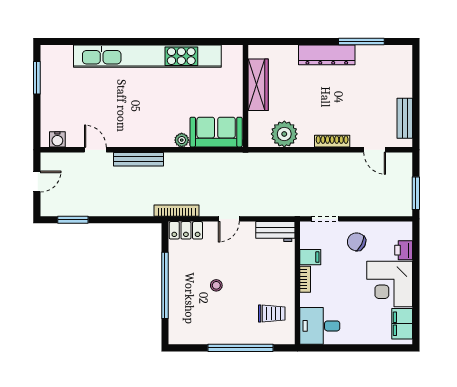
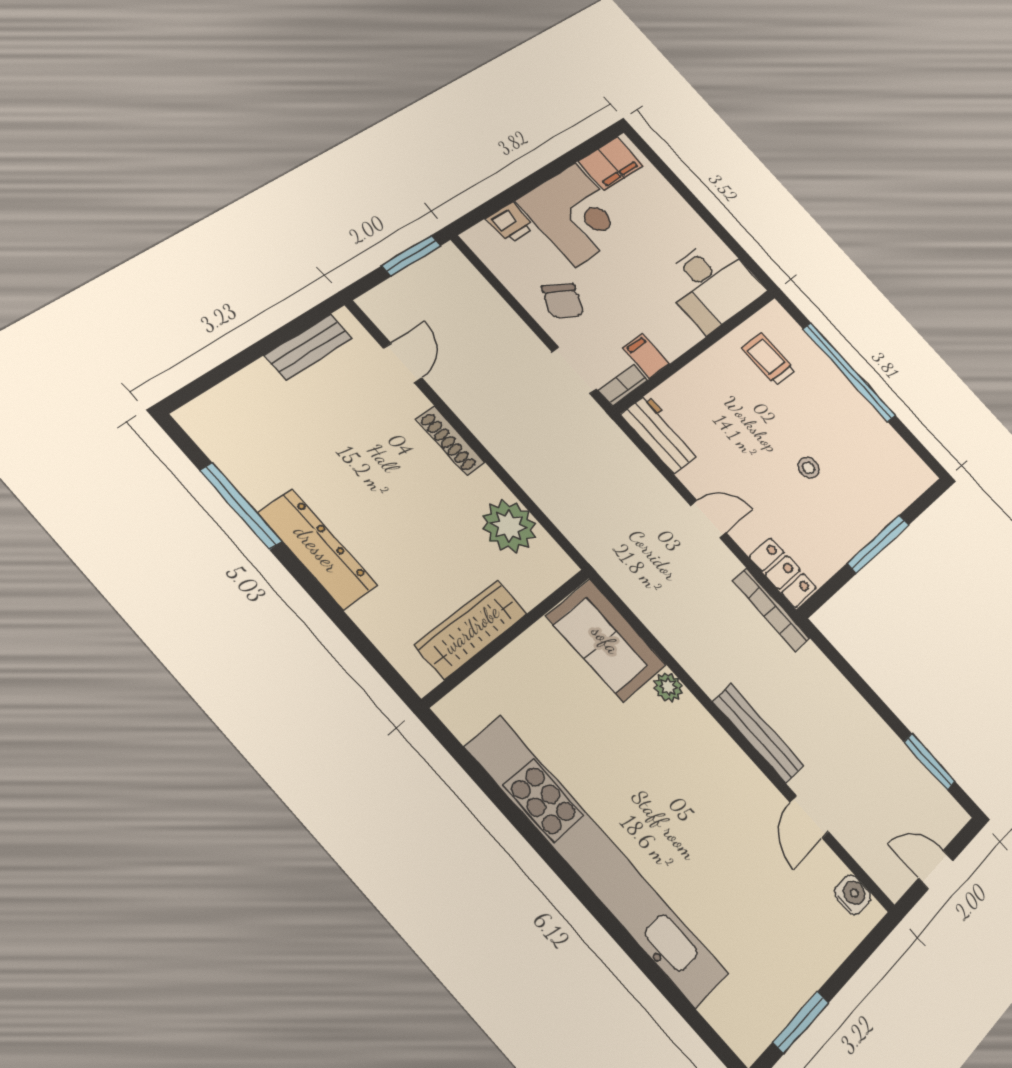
bookcase: (305, 279) -> (623, 385), moved
window: (165, 285) -> (878, 544), width x0.68
desk: (320, 326) -> (712, 285), width x1.37

